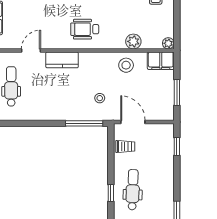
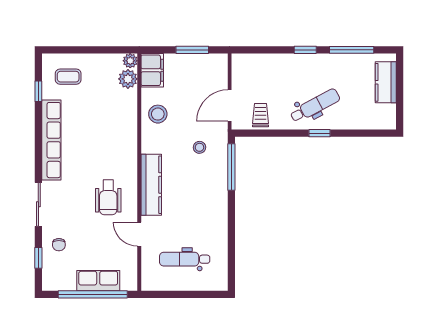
wheelchair: (85, 29) -> (108, 197), moved
plant: (133, 41) -> (128, 79), moved
kitchen counter: (62, 60) -> (151, 185), width x1.50
window: (177, 146) -> (305, 50), moved
dental chair: (133, 190) -> (315, 106), turned 150

